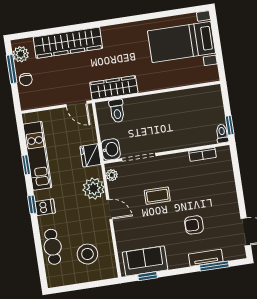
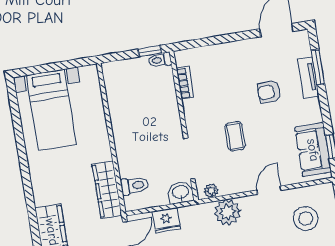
fridge: (91, 155) -> (166, 220), moved
door: (109, 209) -> (269, 190), moved
armchair: (194, 225) -> (269, 92), turned 88

